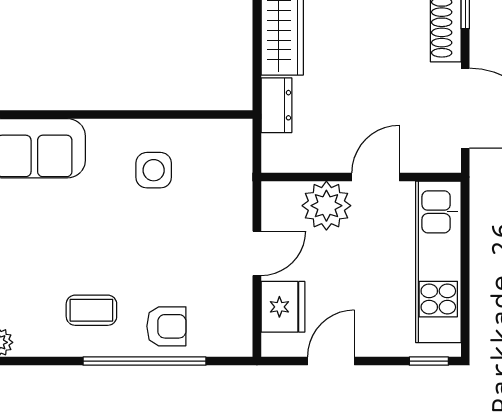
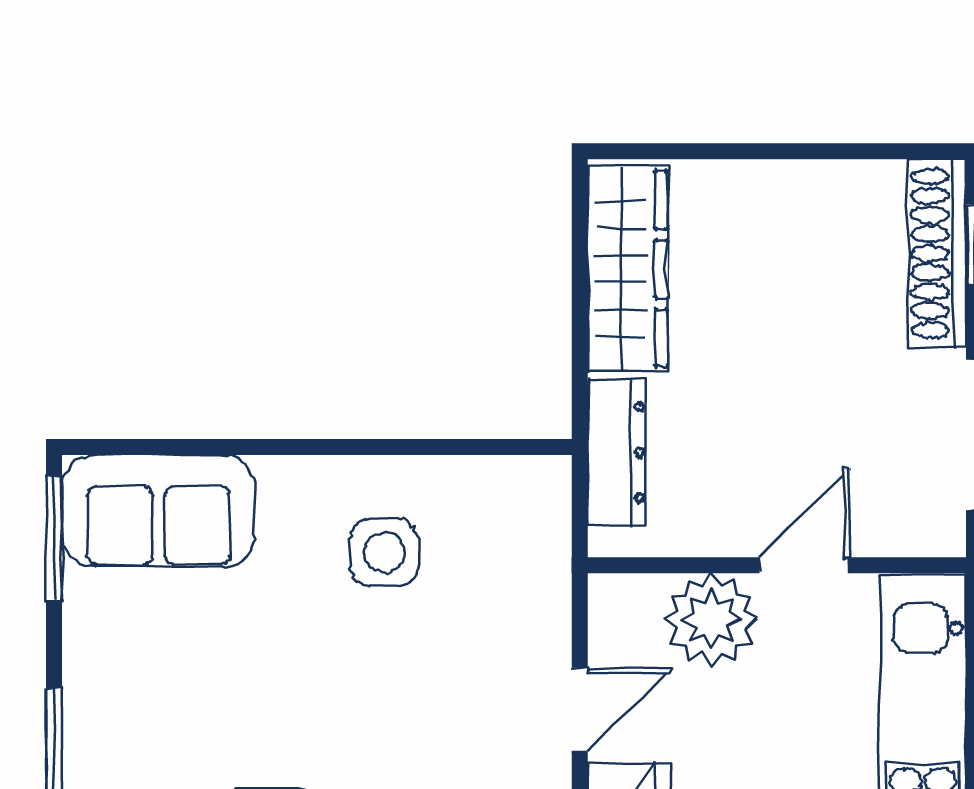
dresser: (276, 105) -> (617, 452), width x1.44

